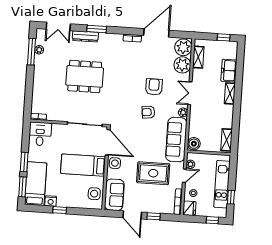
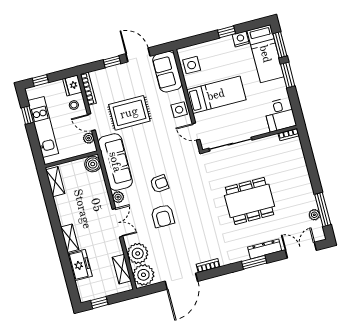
door: (108, 142) -> (196, 132), width x0.53
door: (184, 176) -> (91, 122), hinge flipped

